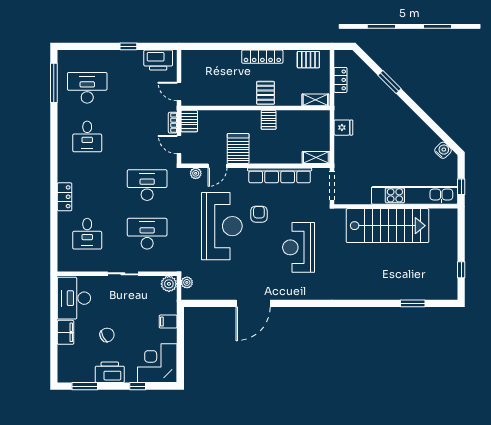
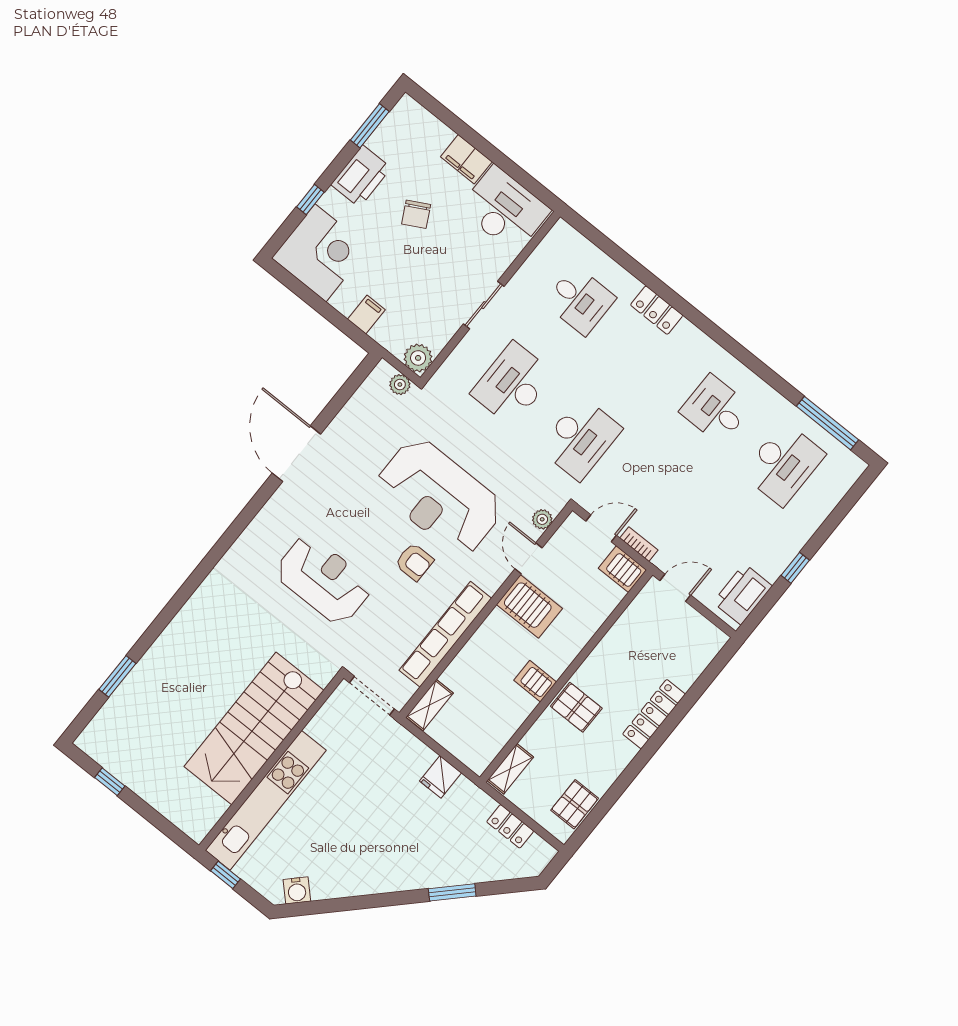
locker: (262, 57) -> (654, 714), moved
desk: (87, 234) -> (580, 300), turned 180
desk: (147, 234) -> (512, 384), turned 180

